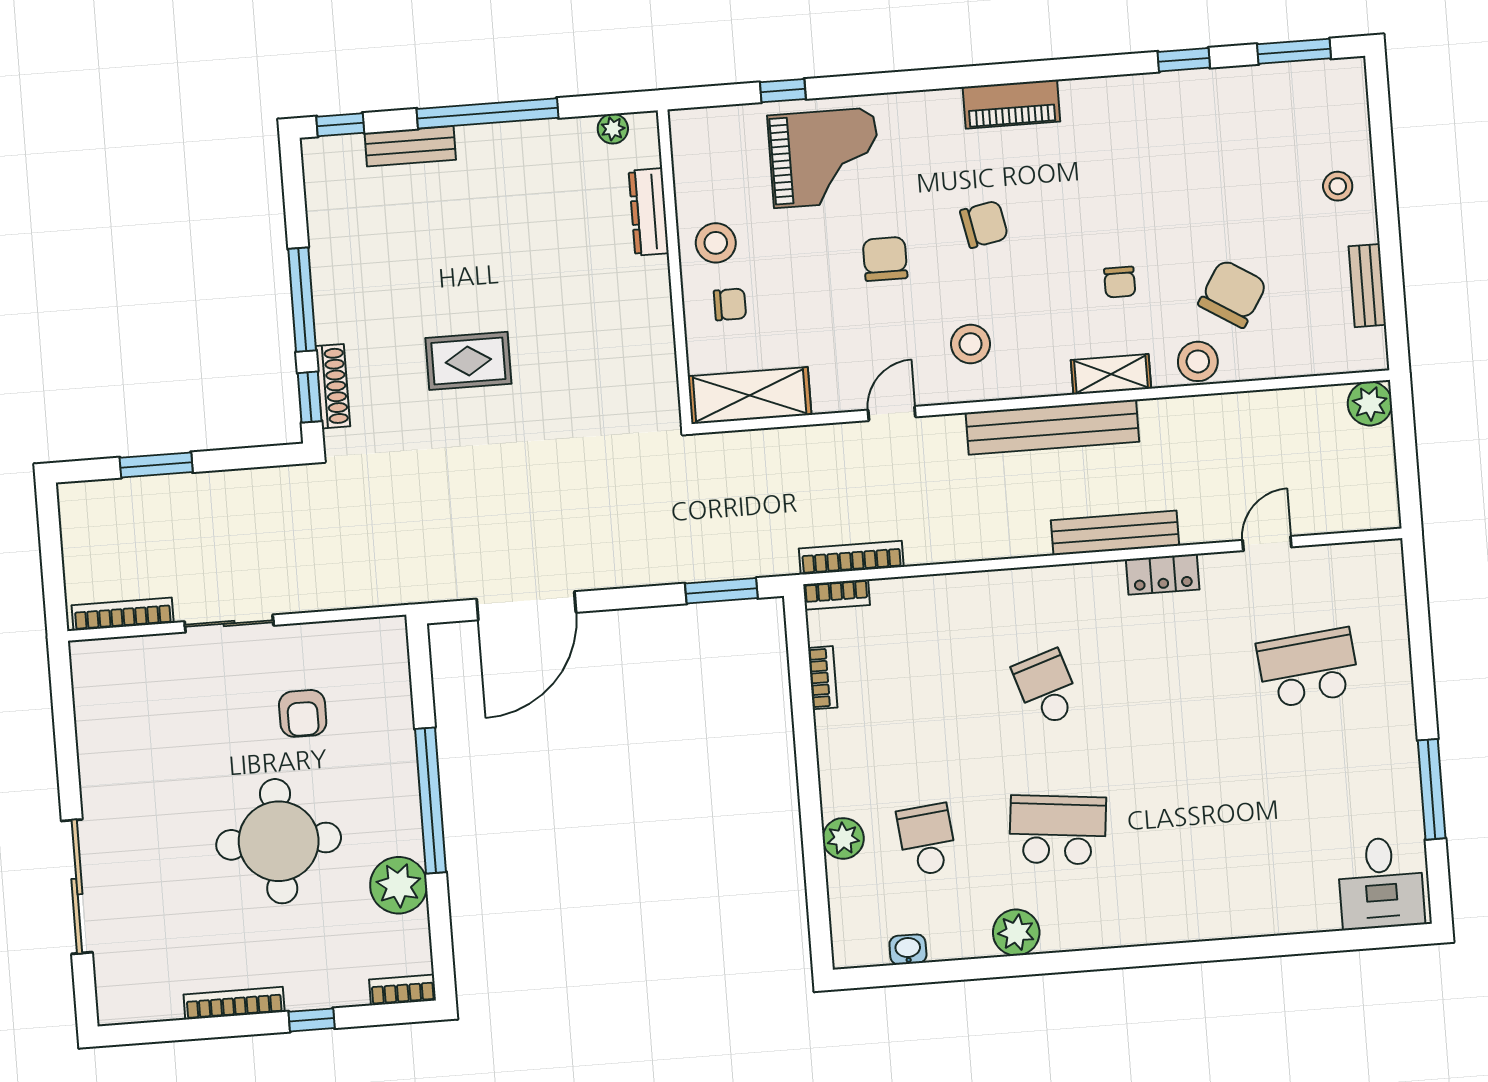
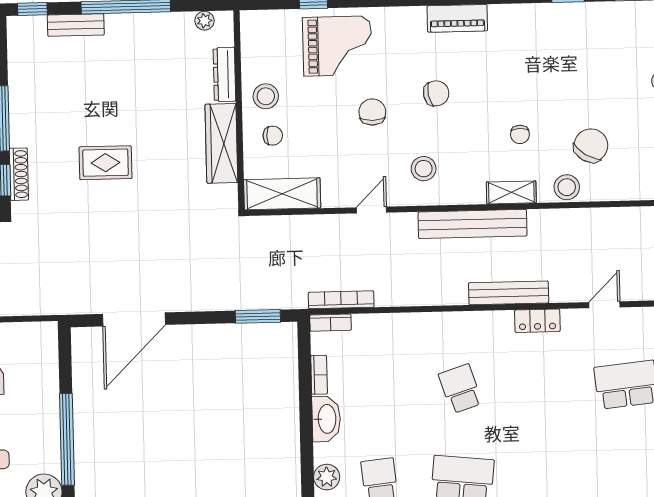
wardrobe: (650, 321) -> (221, 143), added
washbasin: (838, 747) -> (326, 419), added

